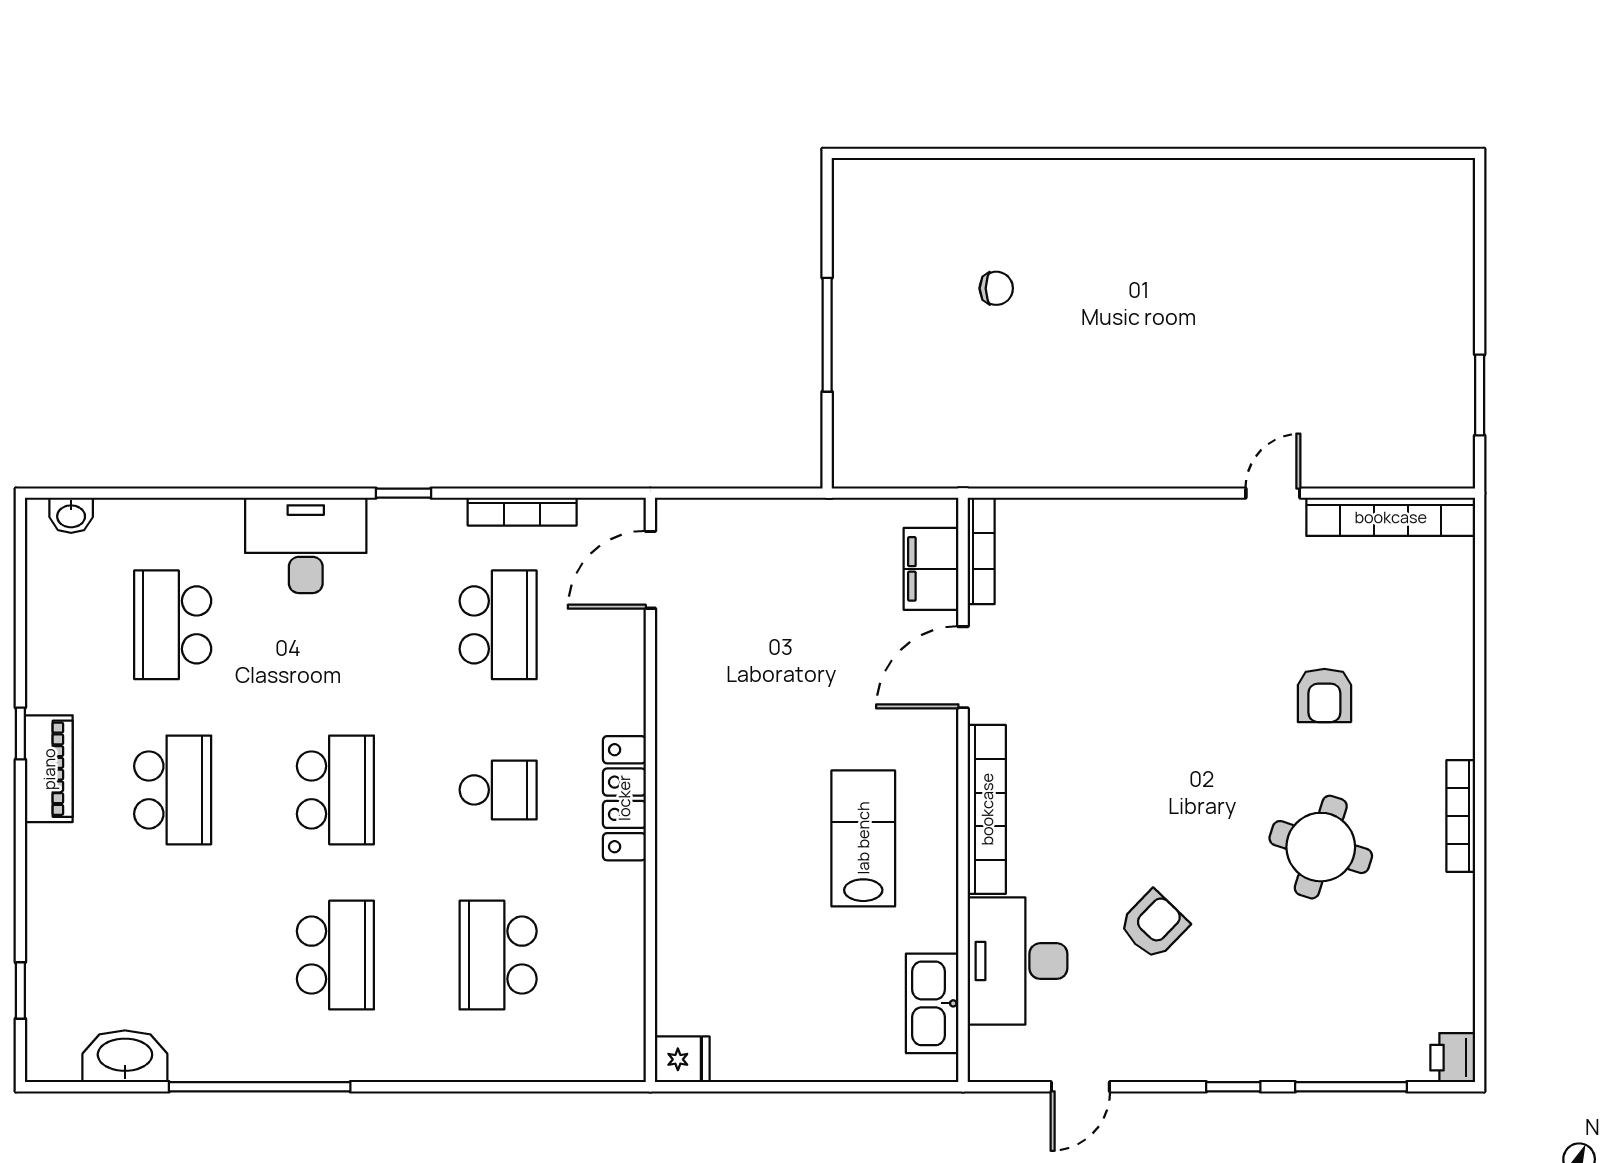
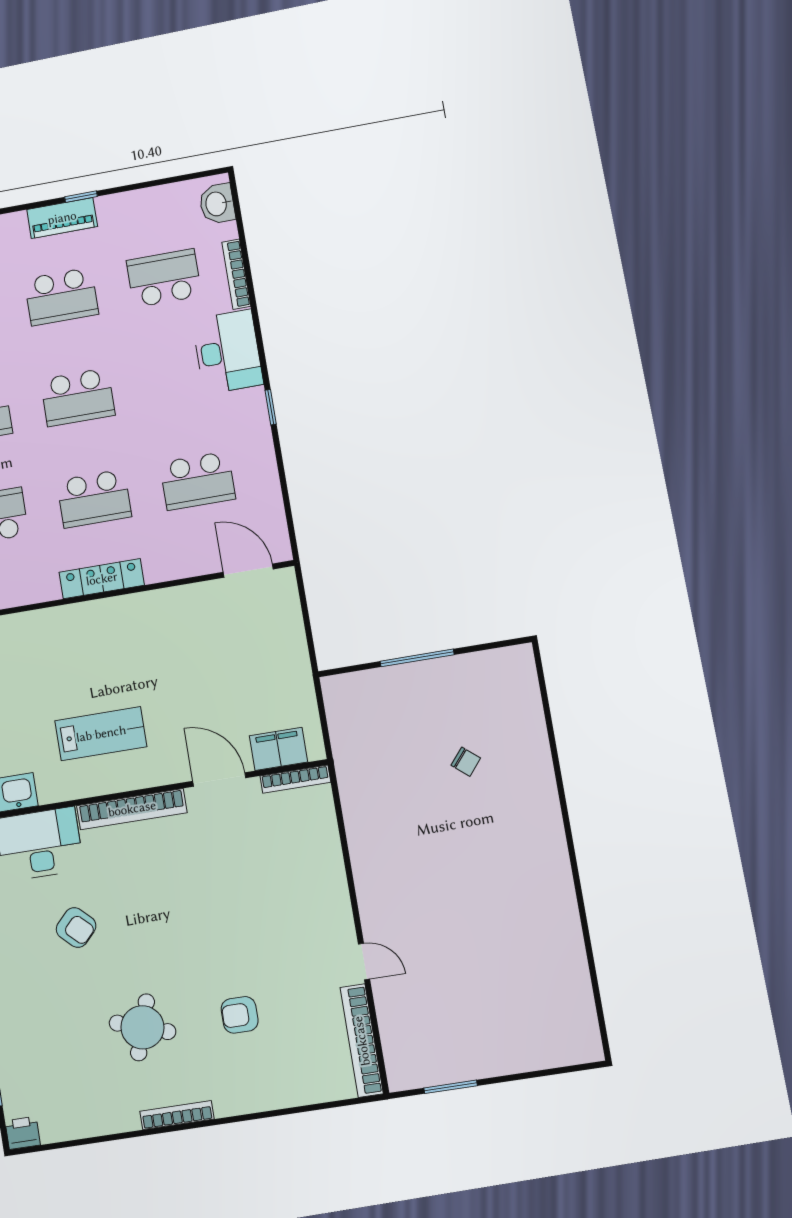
chair: (996, 288) -> (466, 762), turned -50
bookcase: (522, 512) -> (236, 274), moved
washbasin: (71, 515) -> (217, 204), width x1.38, depth x1.45
school desk: (498, 790) -> (94, 499), width x1.85

